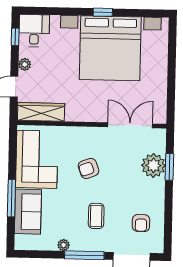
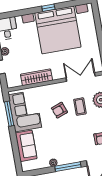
wardrobe: (41, 112) -> (36, 77), moved
window: (11, 198) -> (9, 114), moved
coffee table: (96, 216) -> (80, 107), moved

